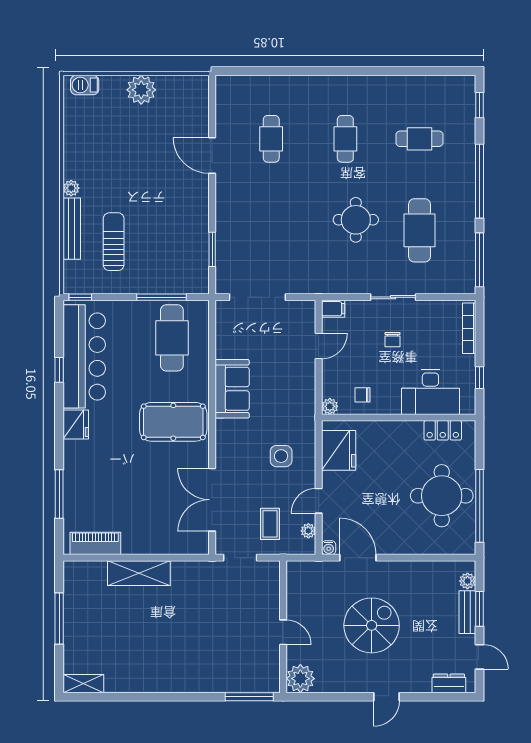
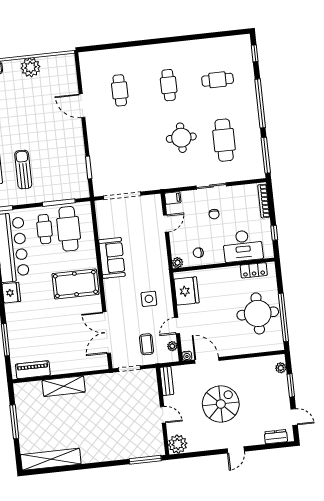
cafe table: (136, 334) -> (44, 229), added
bench: (467, 612) -> (167, 381), moved
shelving: (83, 684) -> (51, 459), width x2.20, depth x1.33

